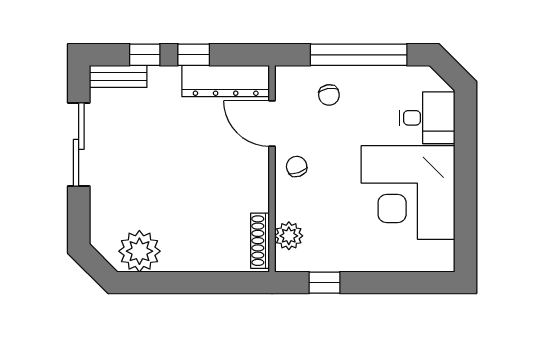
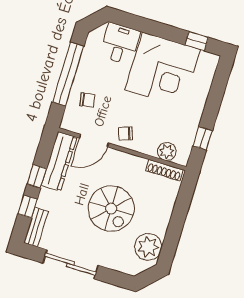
spiral stairs: (179, 179) -> (111, 209), added
window: (465, 230) -> (197, 41), added

